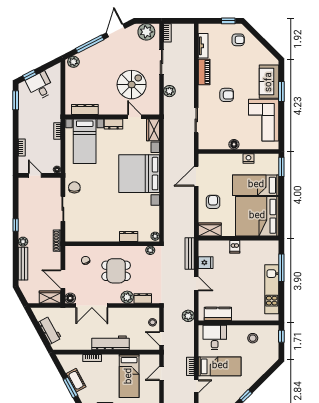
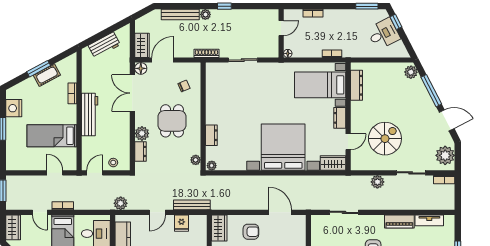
spiral stairs: (132, 85) -> (385, 139), turned -90
chair: (74, 187) -> (267, 73), removed

